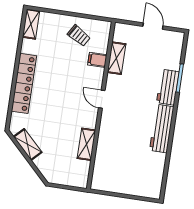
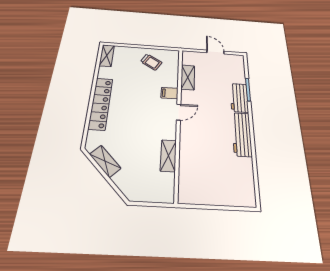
filing cabinet: (97, 60) -> (170, 93), moved
door: (102, 99) -> (179, 112), swing flipped

